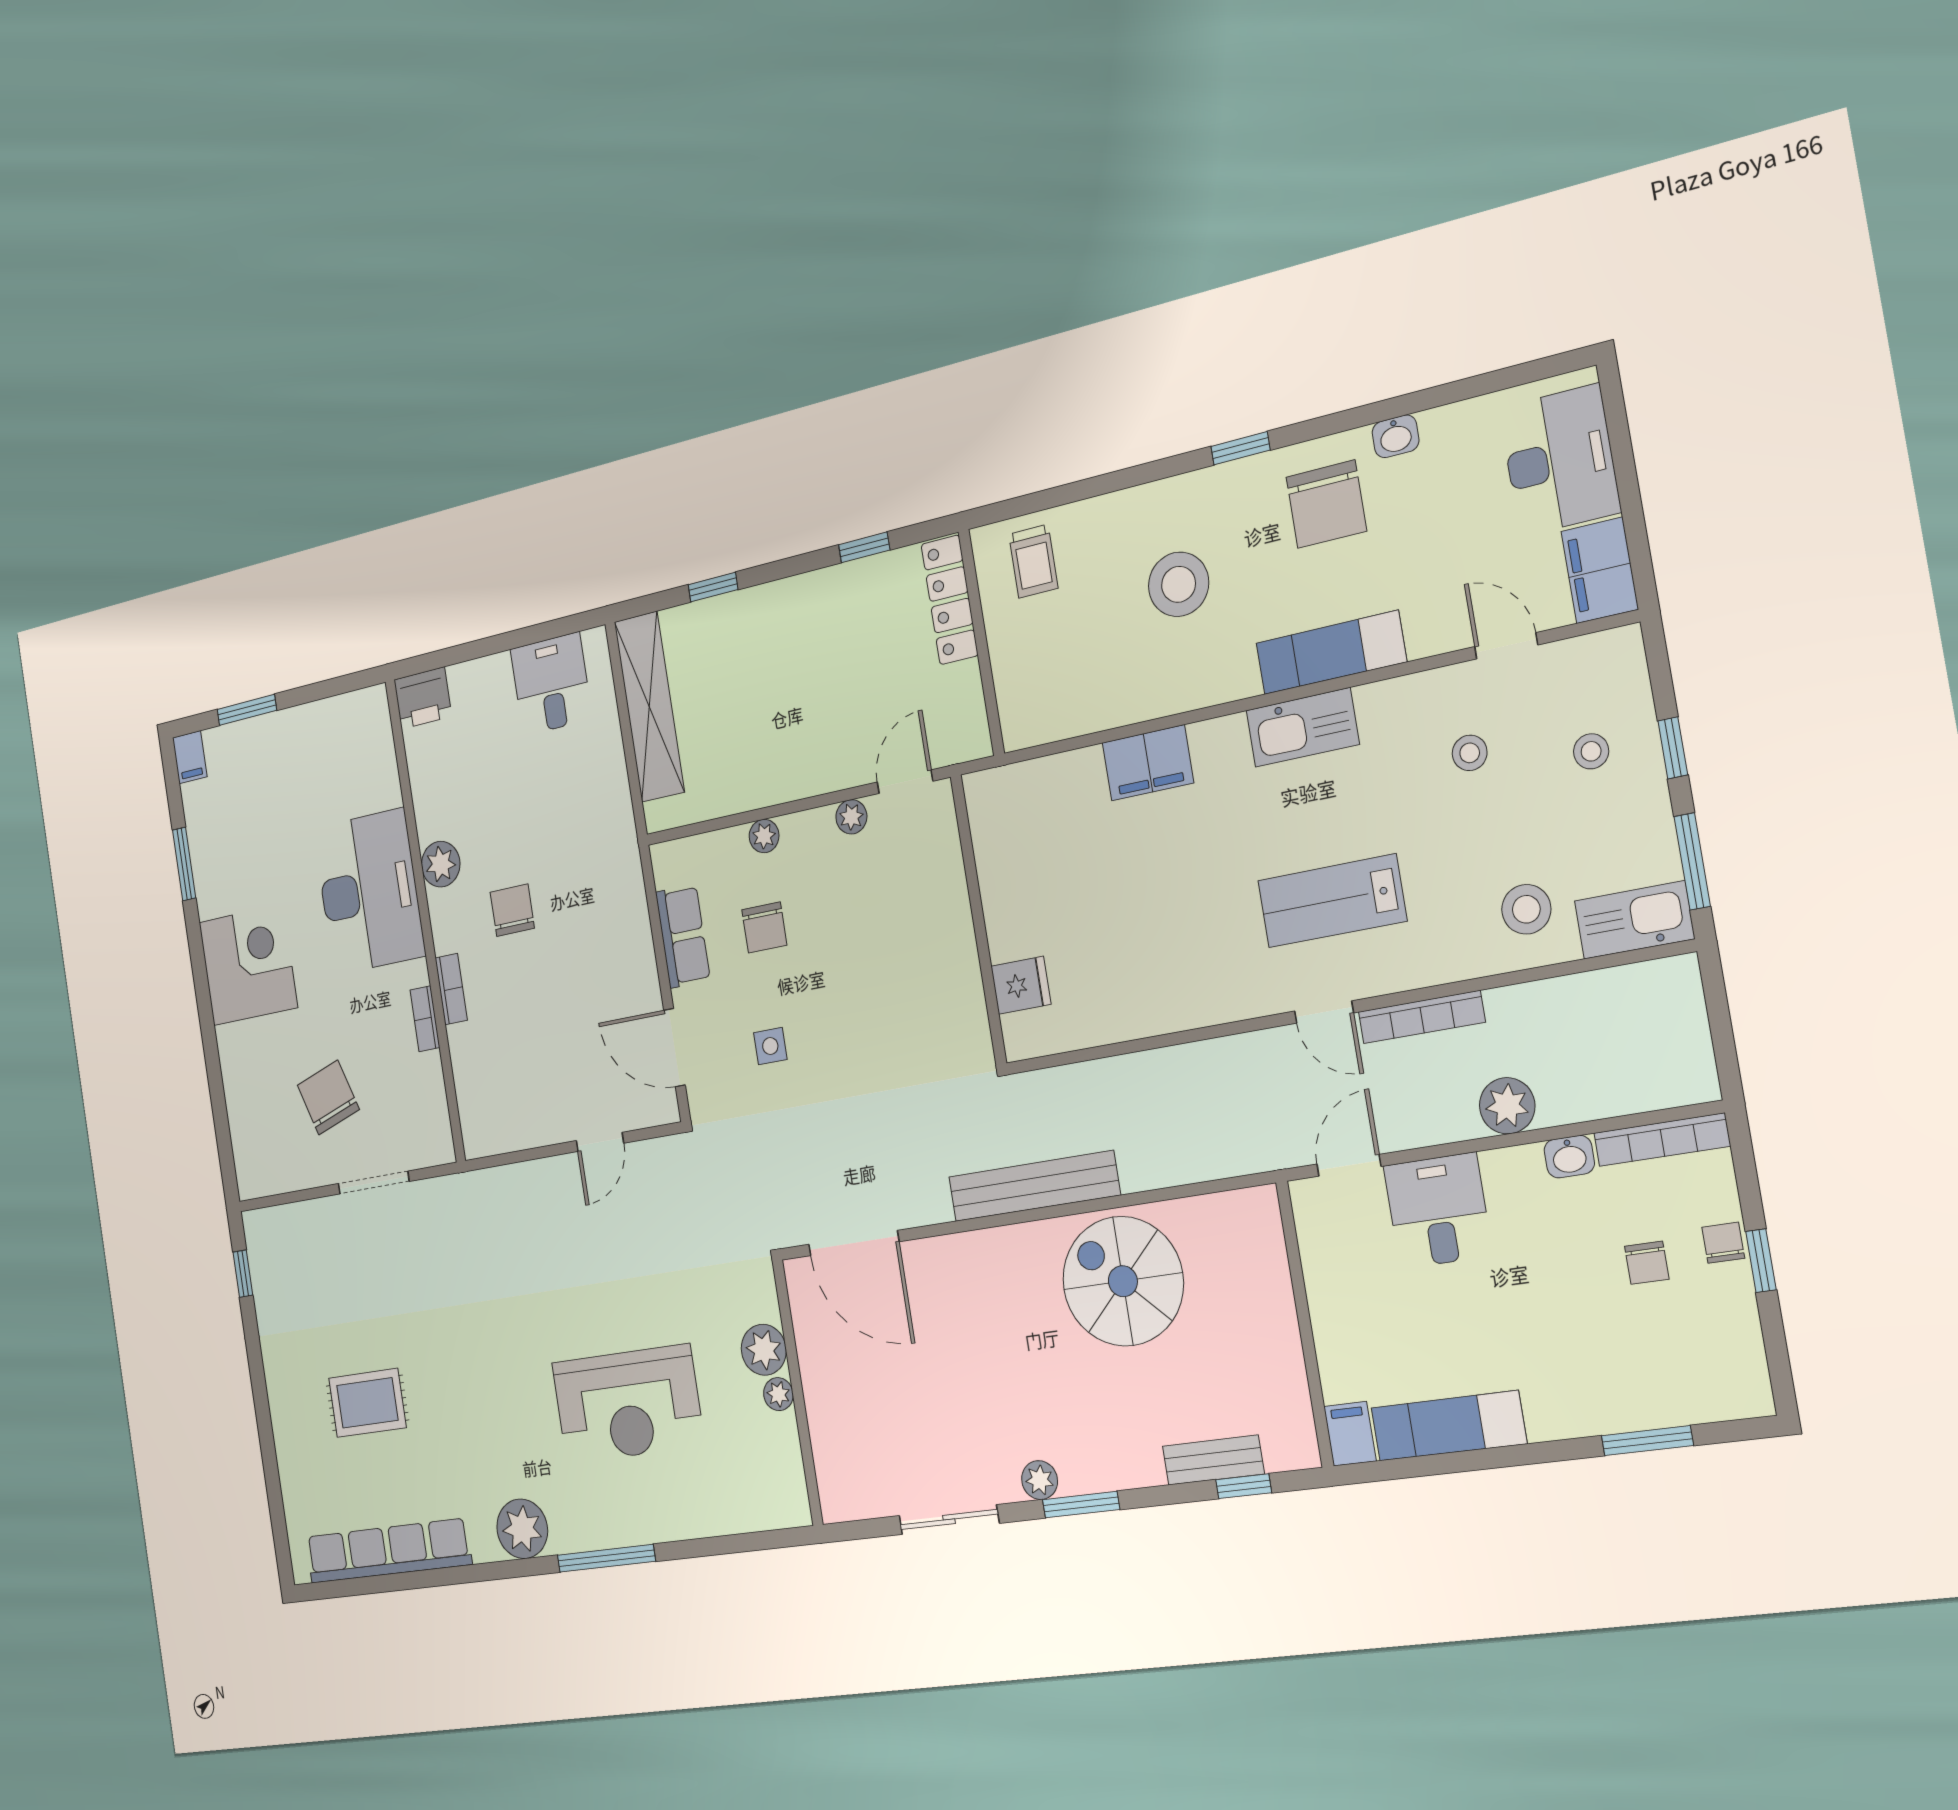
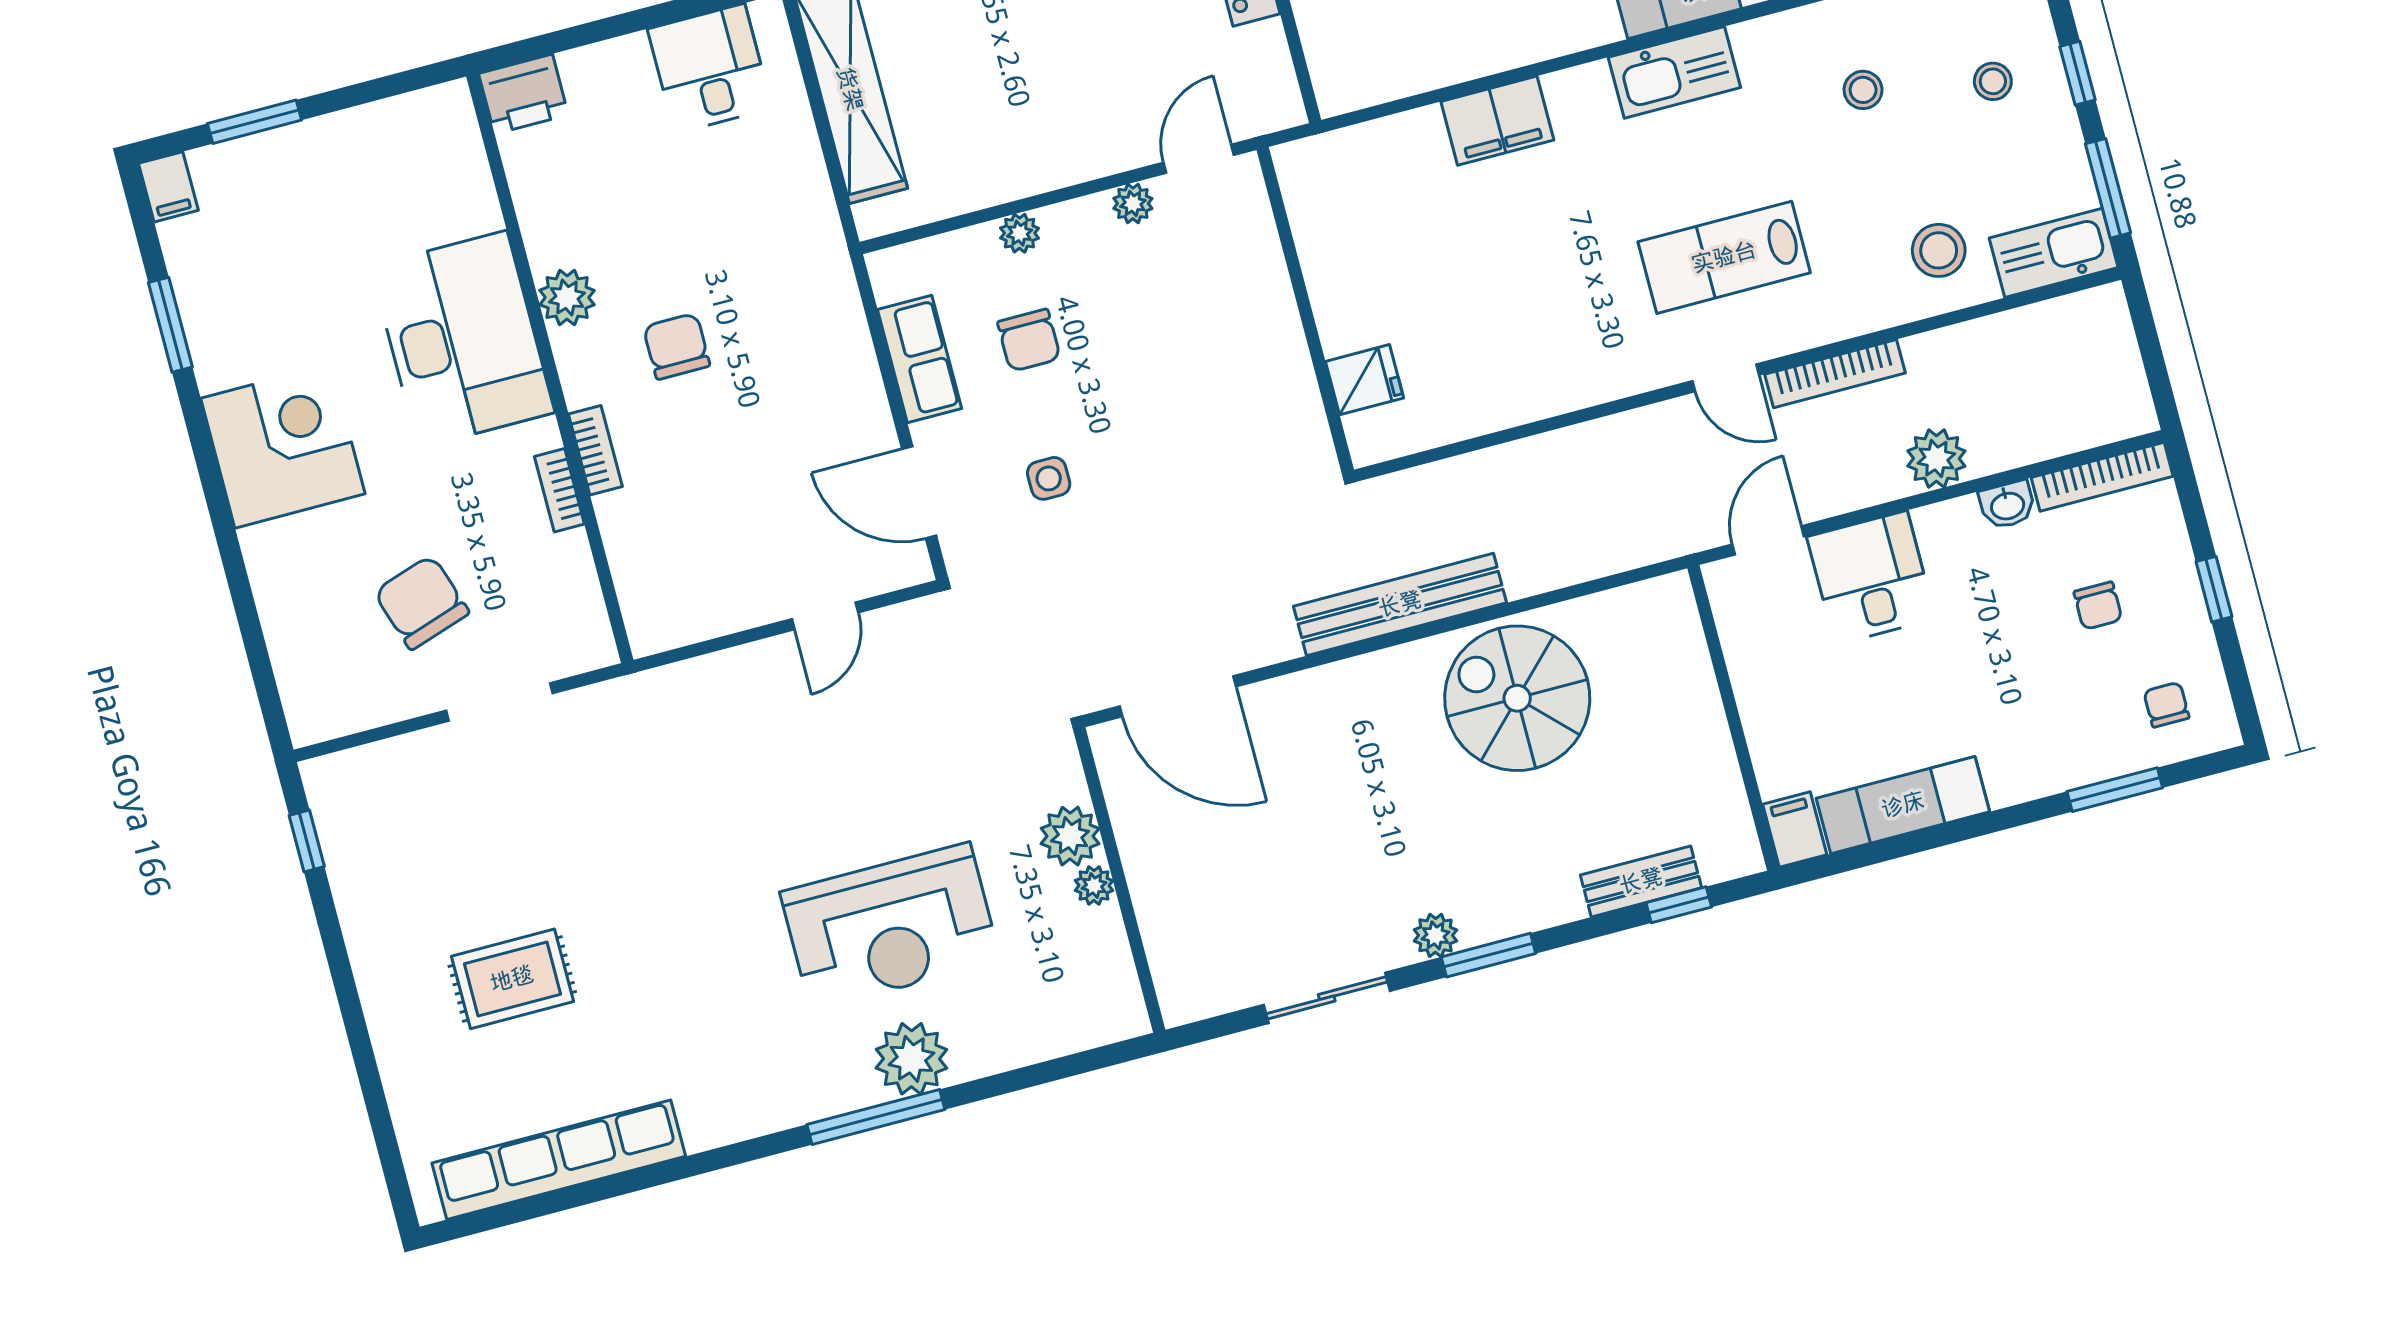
chair: (1723, 1243) -> (2166, 705), moved
plant: (522, 1529) -> (911, 1059), moved

